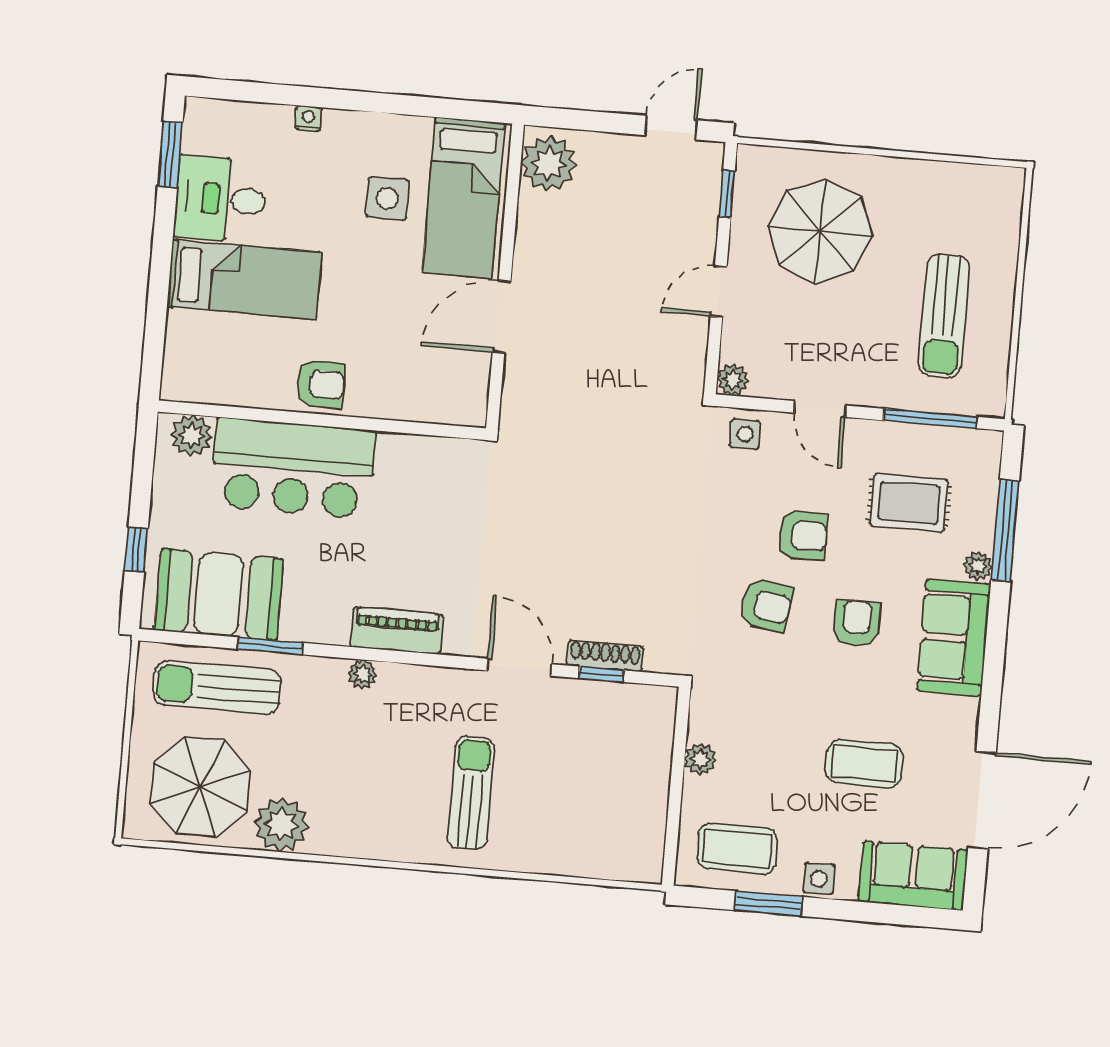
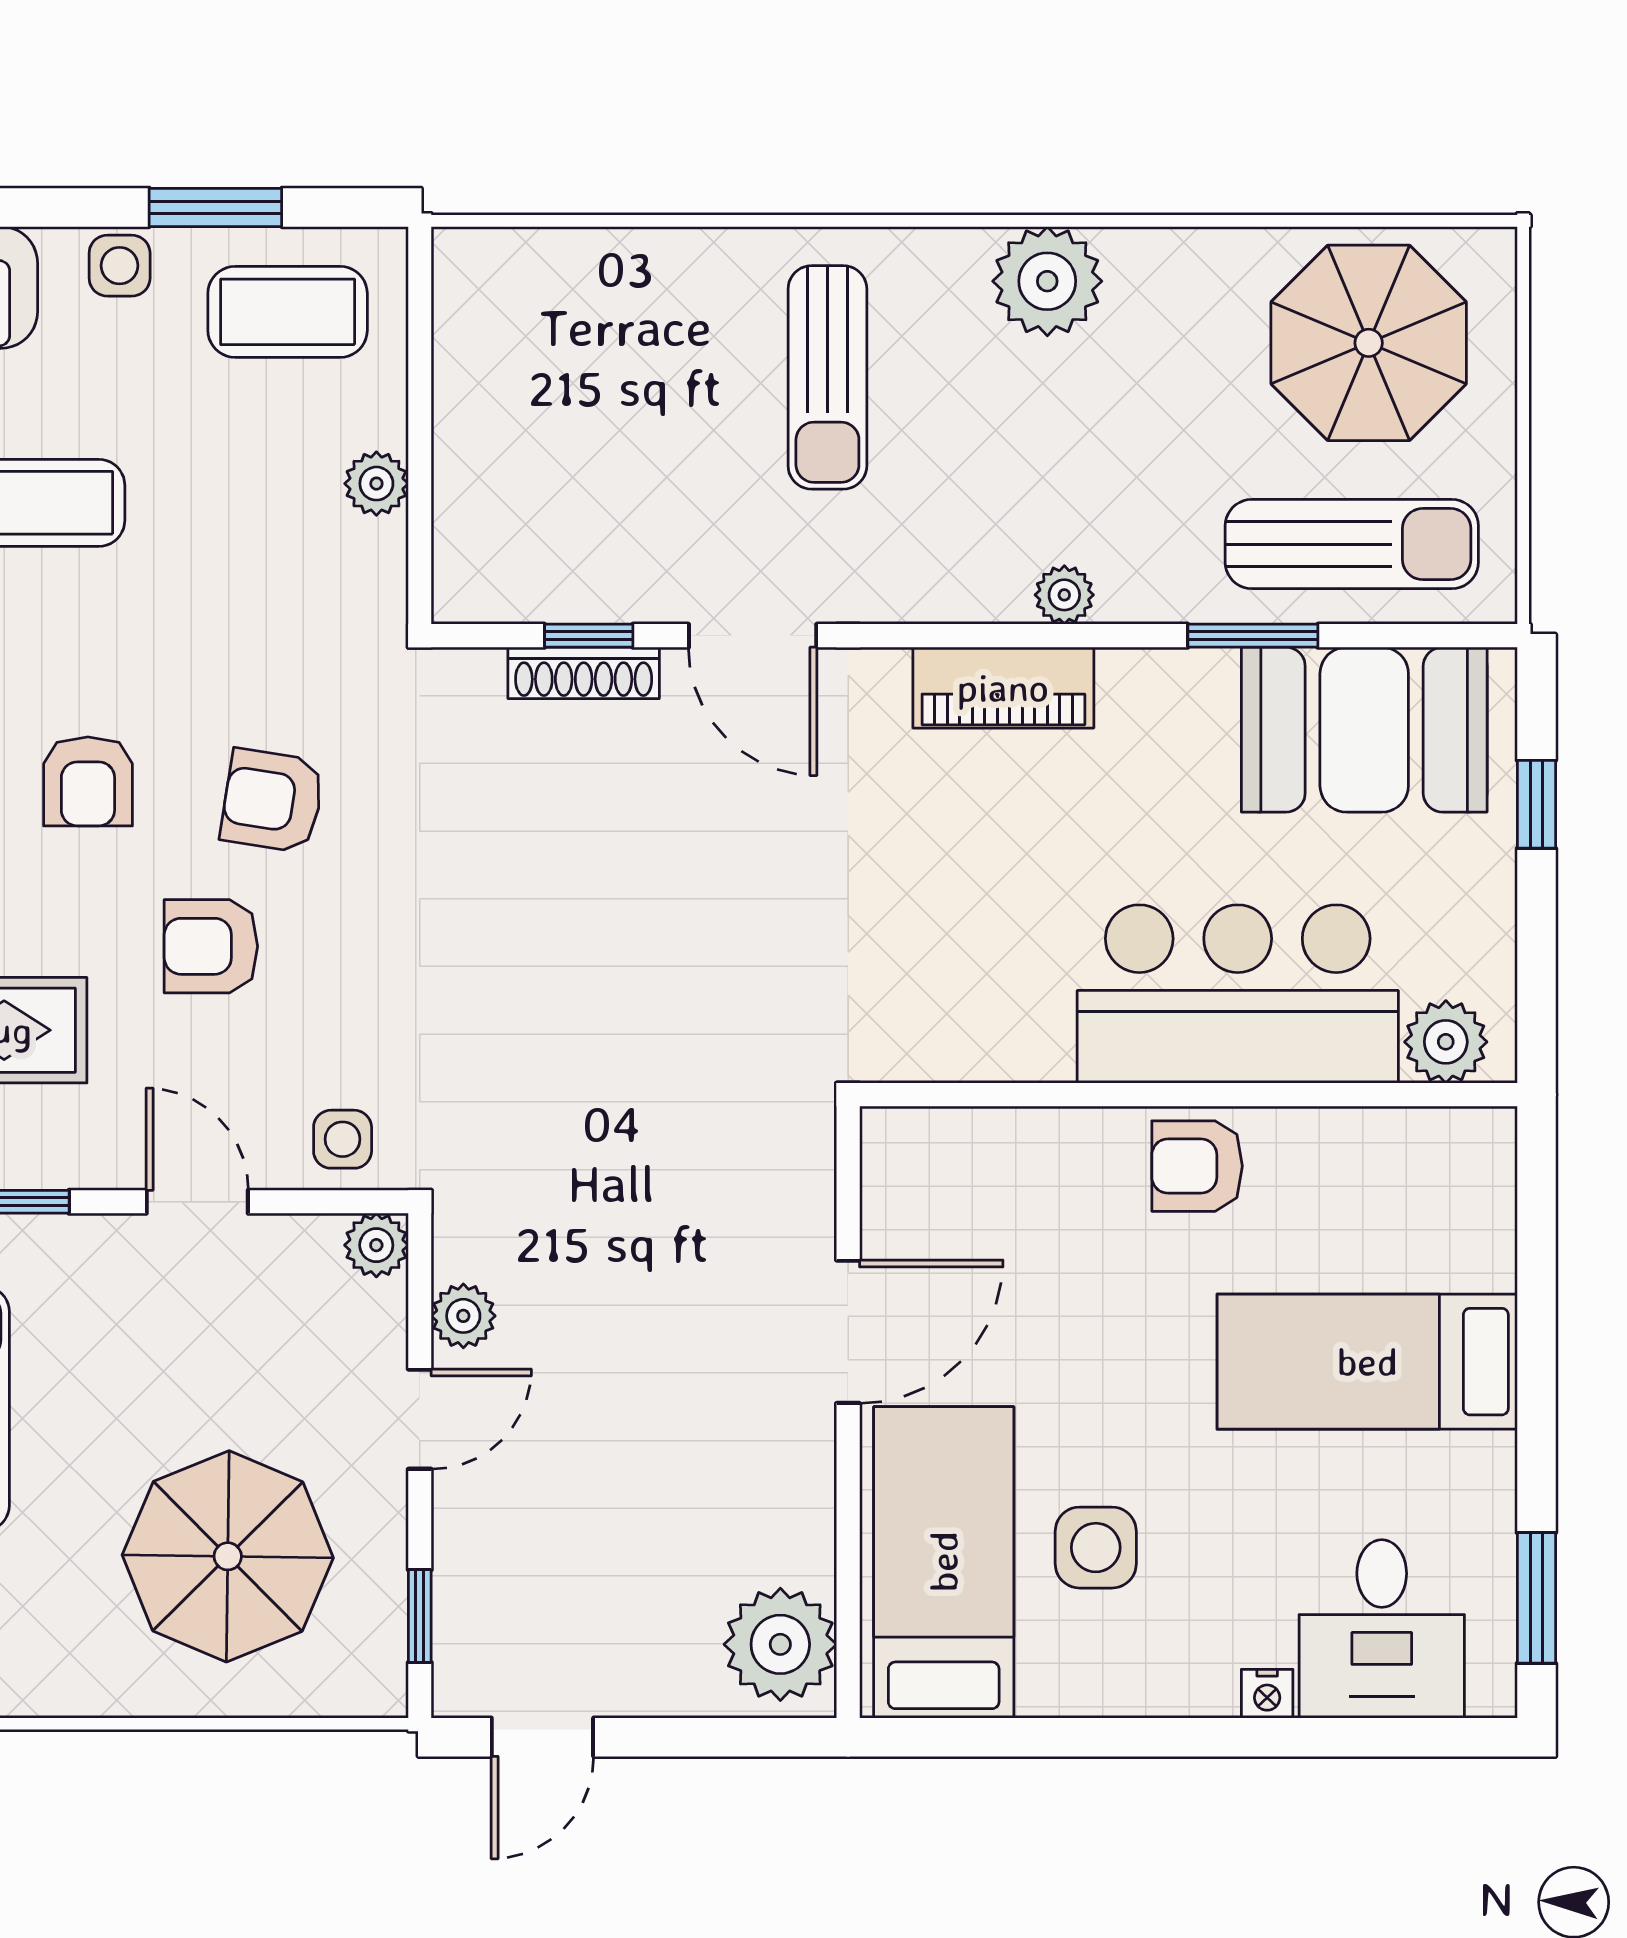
desk: (221, 199) -> (1382, 1629), moved, turned 90
plant: (693, 341) -> (463, 1316), added
plant: (281, 825) -> (1047, 281), moved

